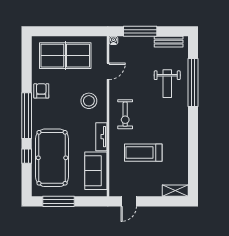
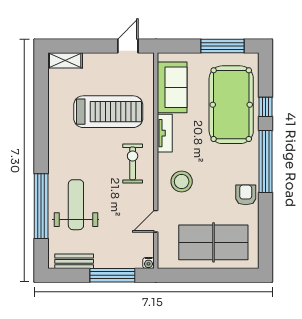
weight bench: (167, 84) -> (76, 205), width x1.36, depth x1.33
armchair: (41, 91) -> (246, 195), turned 180
treadmill: (143, 153) -> (108, 112), width x1.37, depth x1.38

